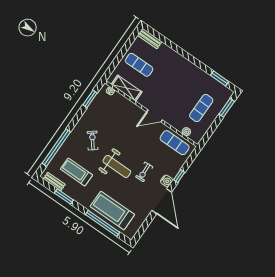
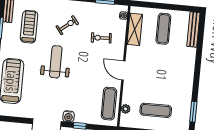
bench: (150, 39) -> (193, 29), width x1.36
weight bench: (117, 166) -> (56, 62), turned 180
exercise bike: (144, 172) -> (101, 38), moved

